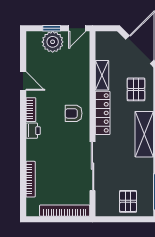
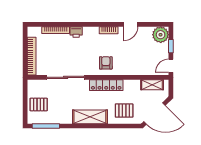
door: (77, 28) -> (171, 66), hinge flipped
plant: (53, 42) -> (161, 35), moved
shelving: (102, 75) -> (152, 85), moved
printer: (33, 131) -> (76, 32), moved

